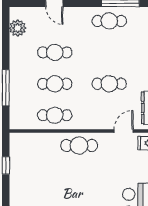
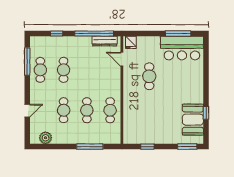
cafe table: (109, 84) -> (64, 70), moved
cafe table: (79, 145) -> (149, 76), moved

